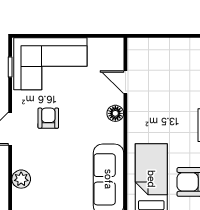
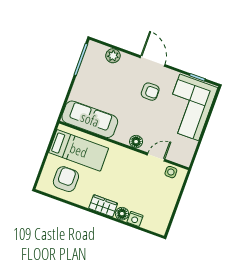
side table: (137, 58) -> (171, 172), added

